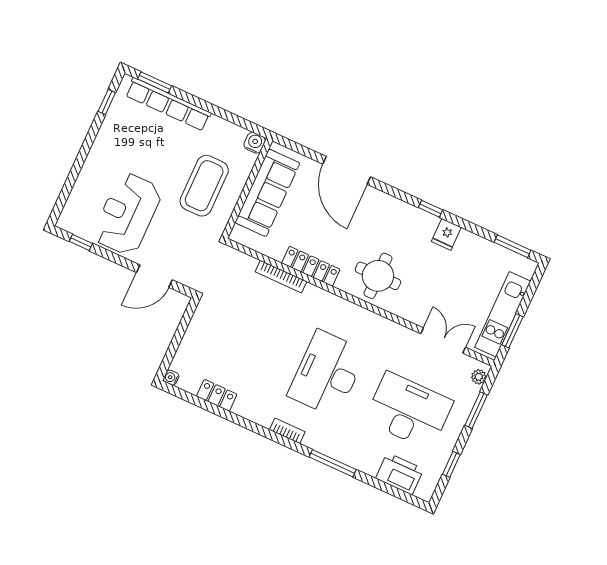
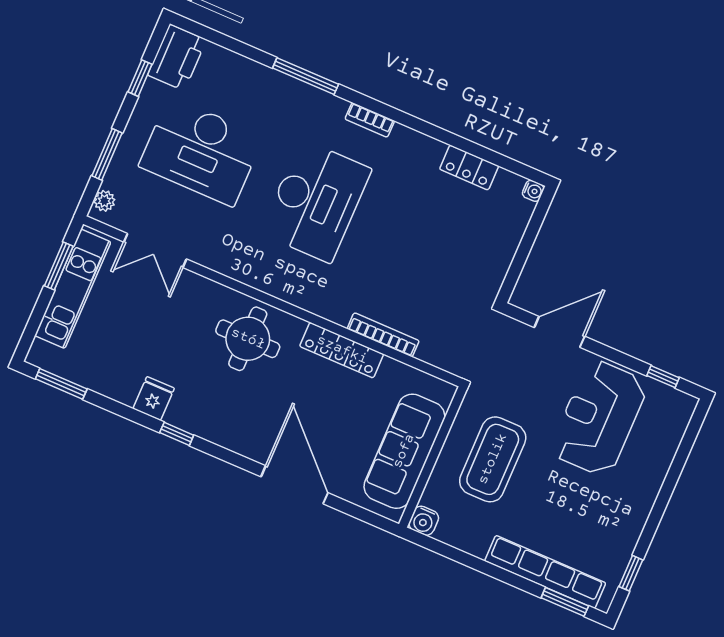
reception desk: (127, 214) -> (599, 418), turned 180
printer: (400, 474) -> (177, 57), moved, turned -90

